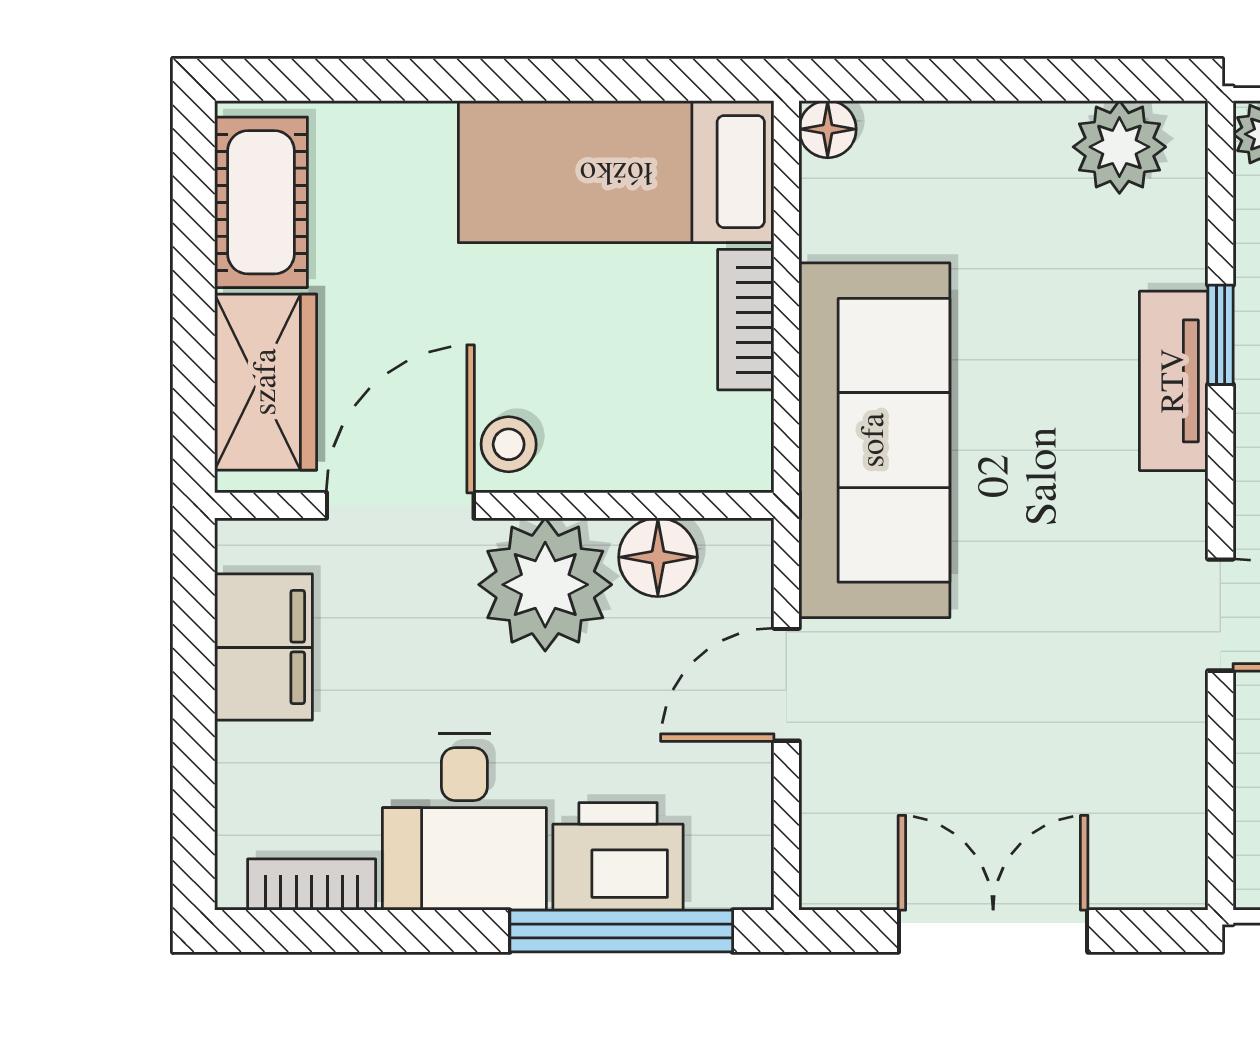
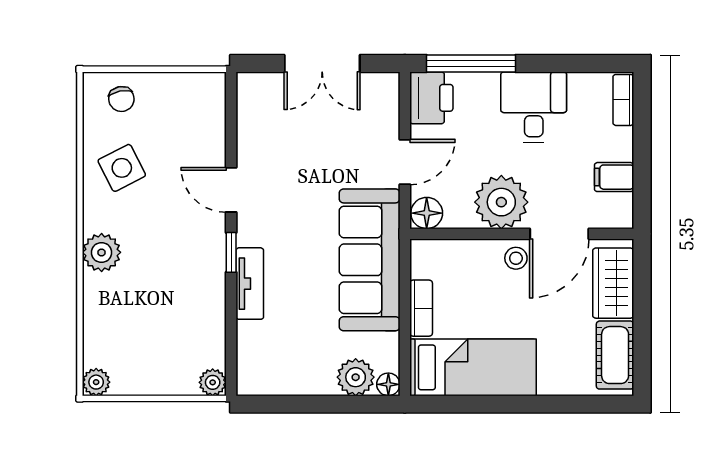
plant: (1119, 147) -> (356, 377), moved
window: (1220, 335) -> (231, 252), moved
floor lamp: (658, 557) -> (427, 213), moved
filing cabinet: (264, 647) -> (614, 177), width x0.50
printer: (618, 856) -> (431, 98), moved, turned -90
bookcase: (312, 885) -> (623, 100), moved, turned 90

